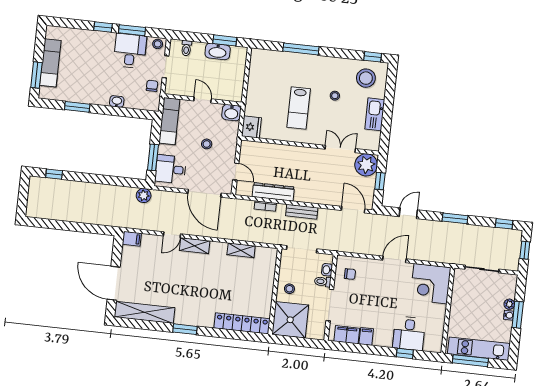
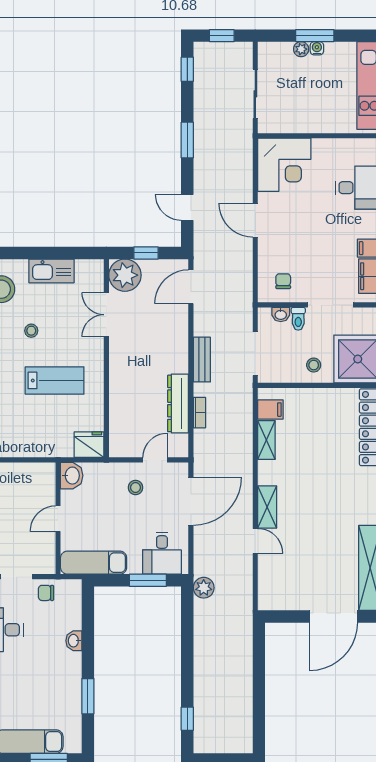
stool: (207, 144) -> (135, 488), moved
filing cabinet: (132, 239) -> (270, 410), moved, turned 90

